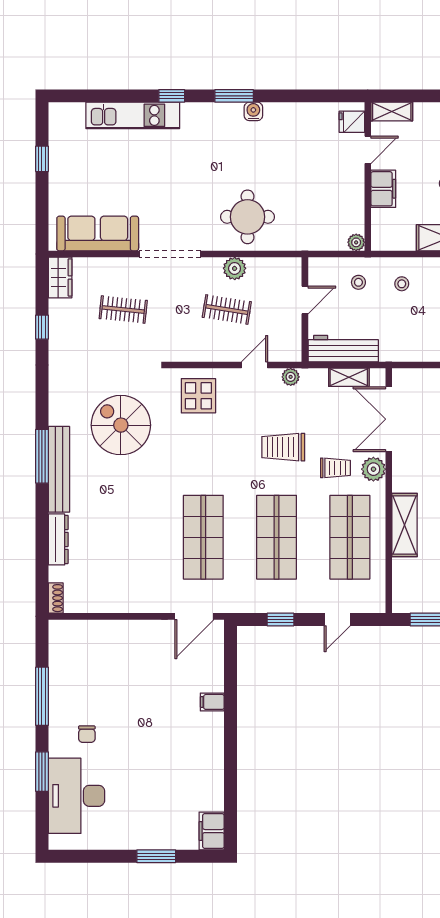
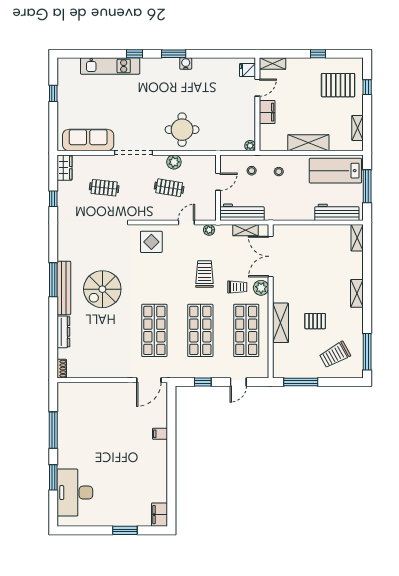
spiral stairs: (121, 425) -> (102, 289), moved, turned -90
trolley: (283, 447) -> (204, 274), turned 90
chair: (87, 734) -> (81, 454), removed

